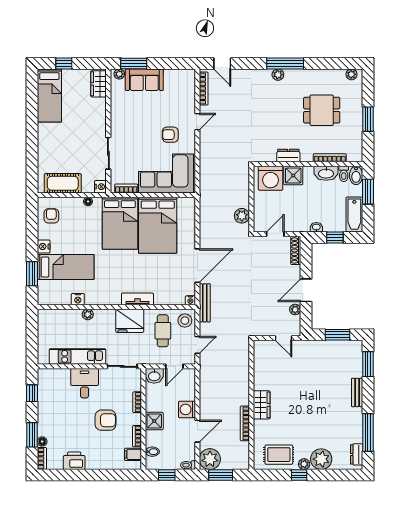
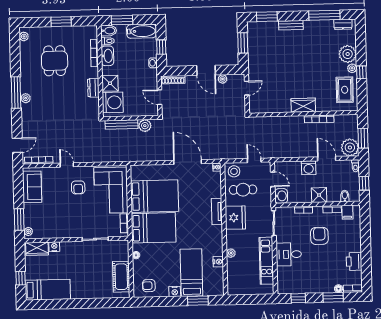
sofa: (144, 80) -> (32, 187), moved
nightstand: (100, 187) -> (54, 247), moved
bench: (205, 303) -> (121, 125), moved

